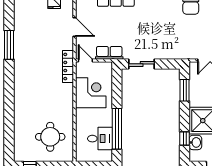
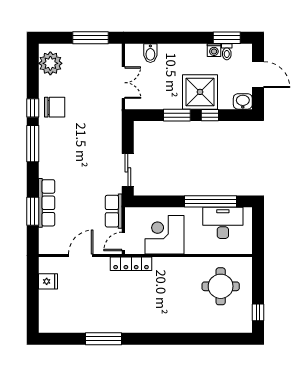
window: (185, 90) -> (177, 115), moved
desk: (100, 139) -> (223, 223), width x1.37
window: (185, 139) -> (210, 115), moved
washbasin: (195, 142) -> (243, 101), moved

